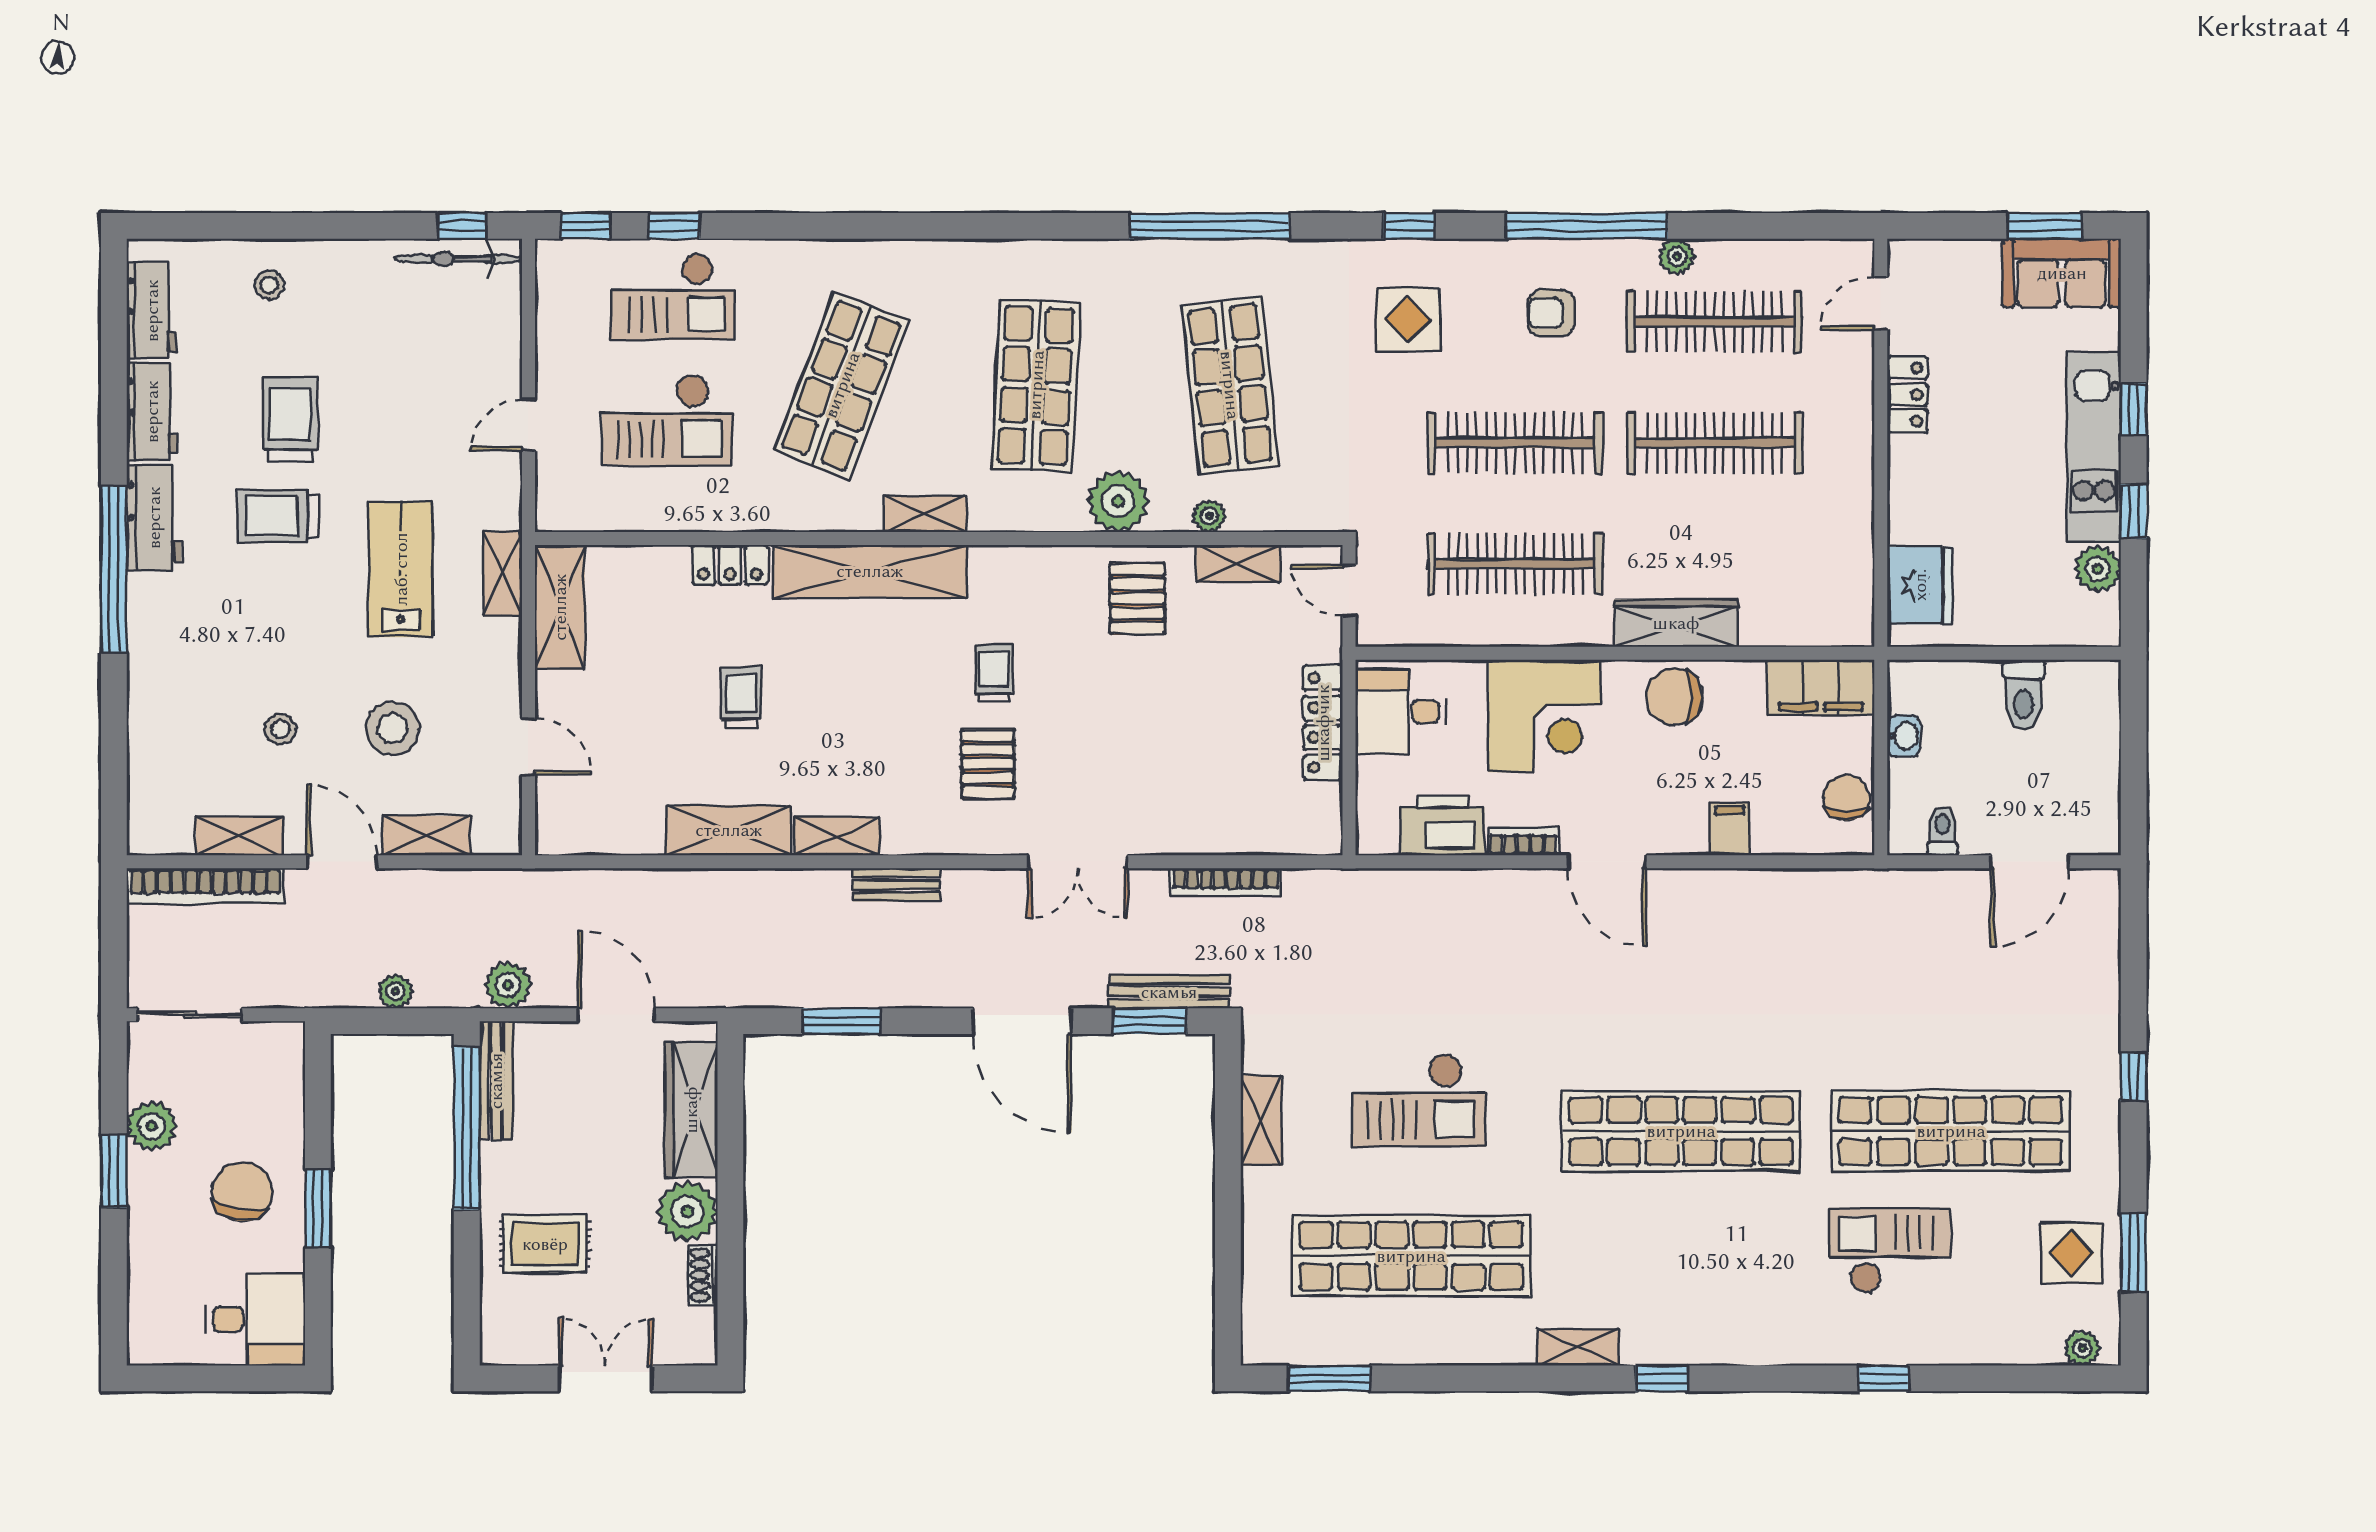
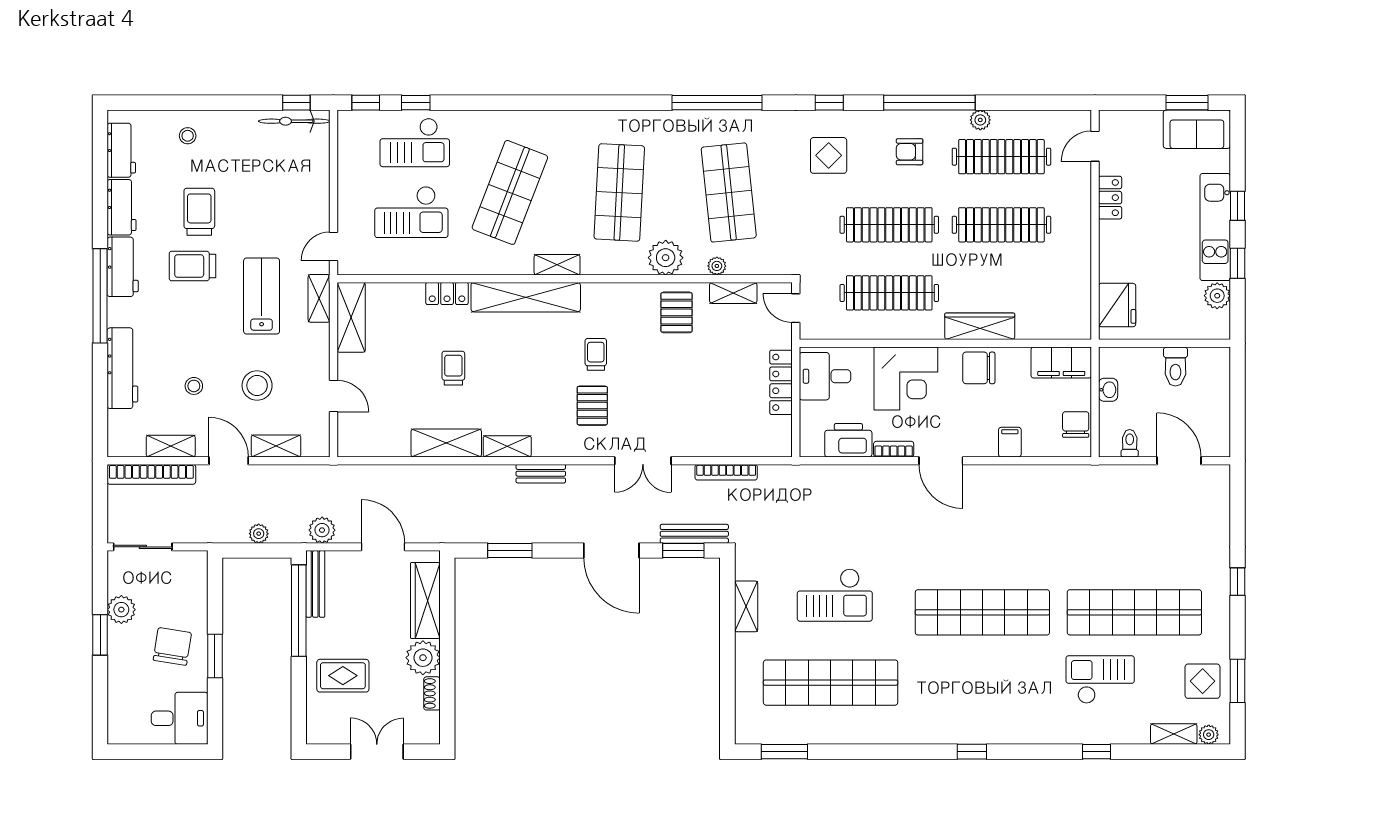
door: (528, 425) -> (334, 247), moved
workbench: (154, 697) -> (122, 368), added
door: (2030, 862) -> (1179, 461), swing flipped
shelving: (1578, 1347) -> (1174, 734), moved

